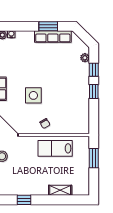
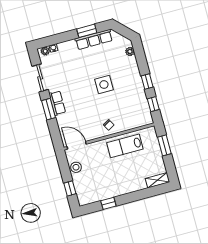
window: (94, 70) -> (153, 104), moved
side table: (33, 95) -> (104, 85), moved
shelving: (60, 190) -> (157, 180), moved

